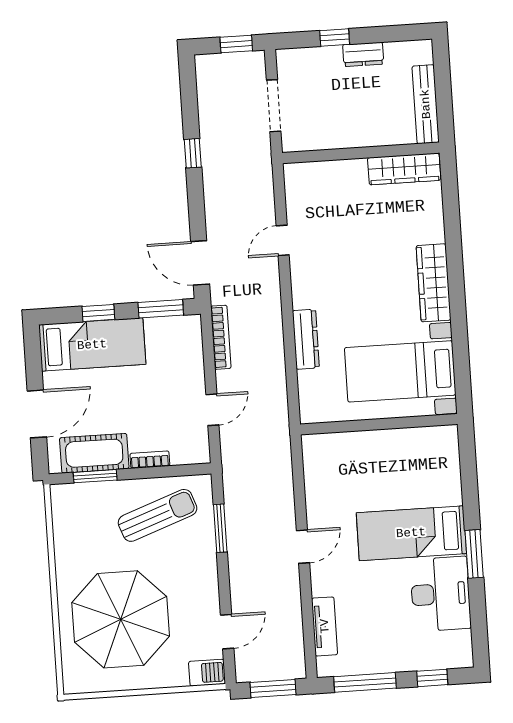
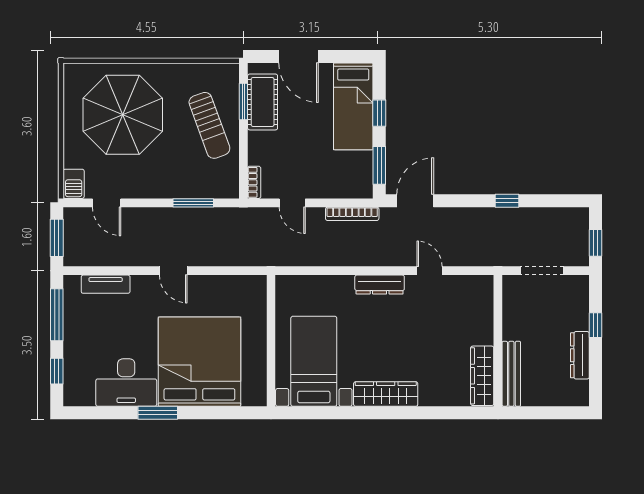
dresser: (363, 54) -> (580, 355), width x1.44
bench: (426, 104) -> (511, 374), moved, turned 90
dresser: (306, 339) -> (380, 285), moved
bookcase: (150, 460) -> (254, 182), moved
sun lounger: (158, 515) -> (209, 125), moved
bed: (411, 533) -> (199, 362), width x2.04

